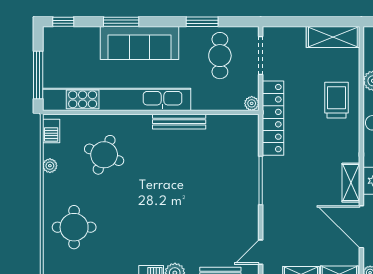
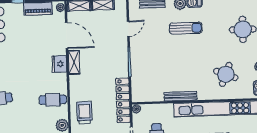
trolley: (337, 100) -> (84, 113), turned 180
sun lounger: (167, 232) -> (186, 28), added
door: (261, 252) -> (128, 29), moved

